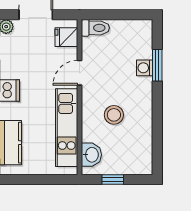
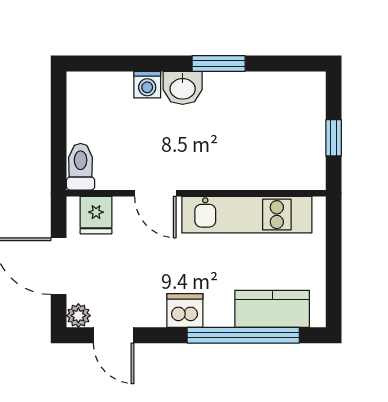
window: (157, 65) -> (219, 63), moved
stool: (114, 115) -> (226, 136), removed
washbasin: (91, 155) -> (183, 88), moved, turned 180

